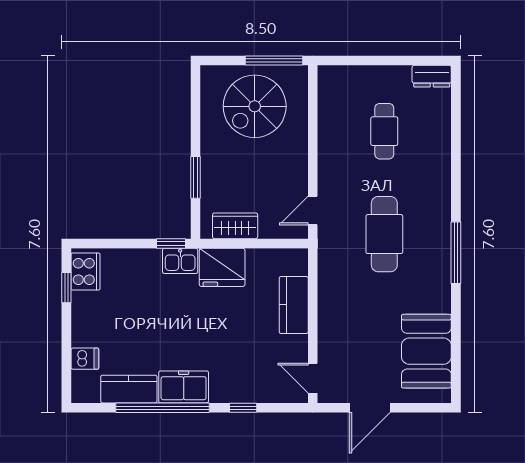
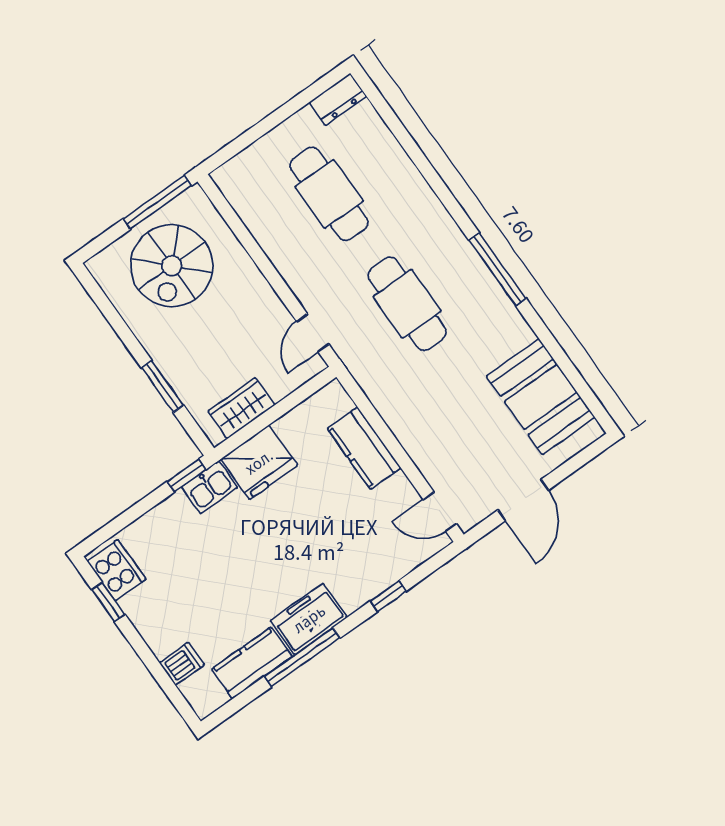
cafe table: (384, 131) -> (329, 194), width x1.37, depth x1.35
window: (163, 408) -> (302, 657), width x0.68

